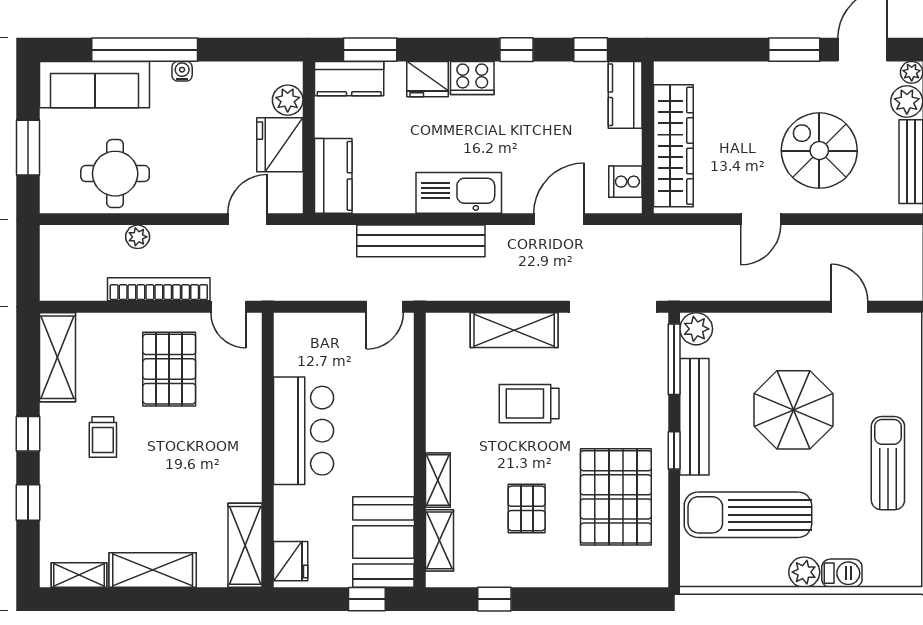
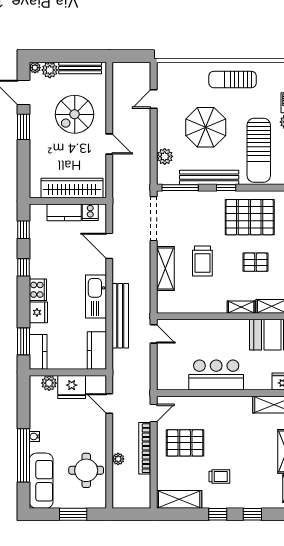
kitchen counter: (625, 95) -> (64, 212), moved
kitchen counter: (333, 176) -> (97, 351), moved, turned -90
plant: (696, 329) -> (165, 156), moved

